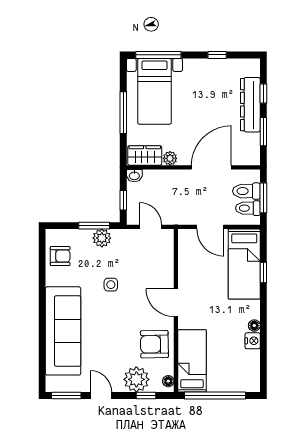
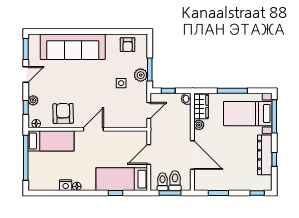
window: (263, 93) -> (257, 193), moved
dresser: (250, 105) -> (265, 155), moved, turned -90
side table: (111, 285) -> (121, 83), moved
plant: (136, 379) -> (33, 100), width x0.53, depth x0.53

